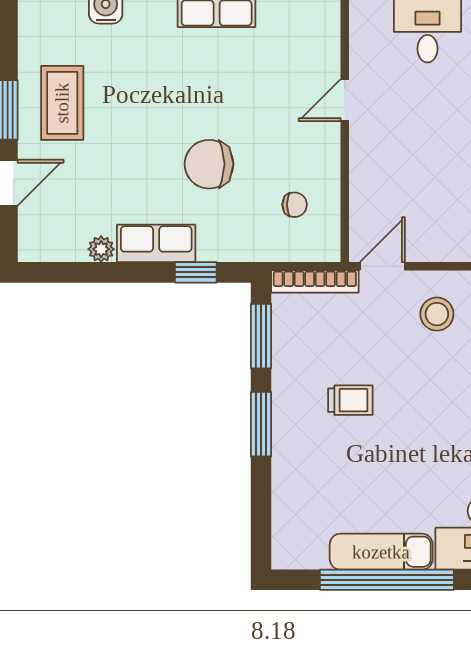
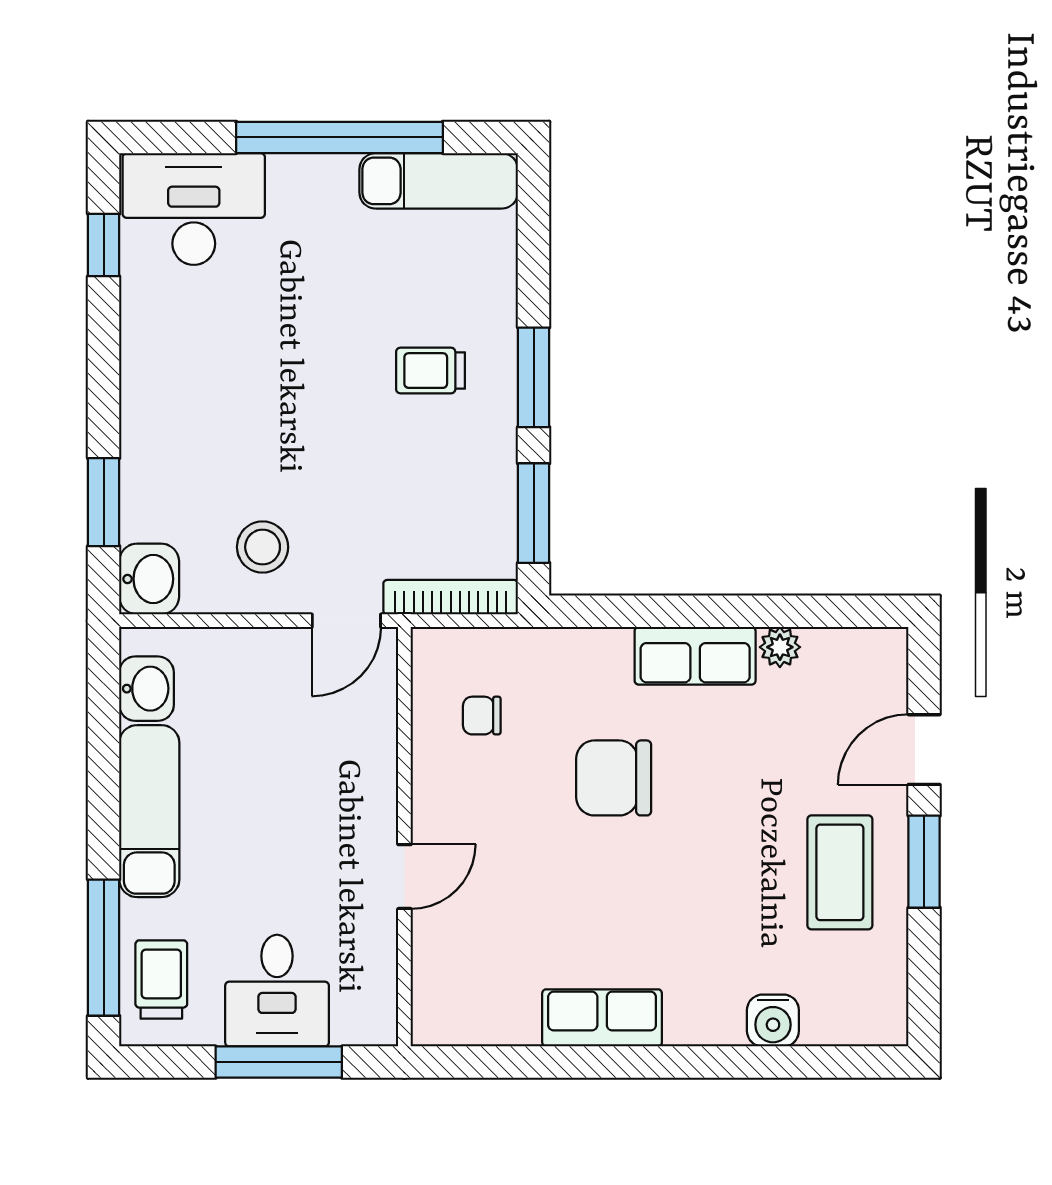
chair: (209, 164) -> (614, 778), turned 180
window: (196, 272) -> (634, 611), removed
trolley: (350, 400) -> (431, 371), moved
exam couch: (381, 552) -> (439, 181), moved

